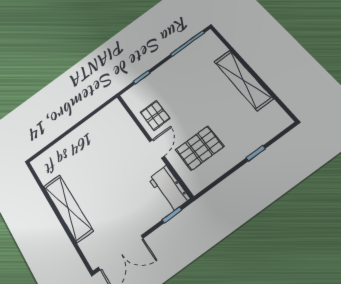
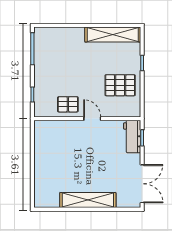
shelving: (243, 80) -> (113, 34), moved
pallet: (200, 148) -> (120, 85), moved, turned 90
workbench: (169, 189) -> (132, 136), moved, turned 90

